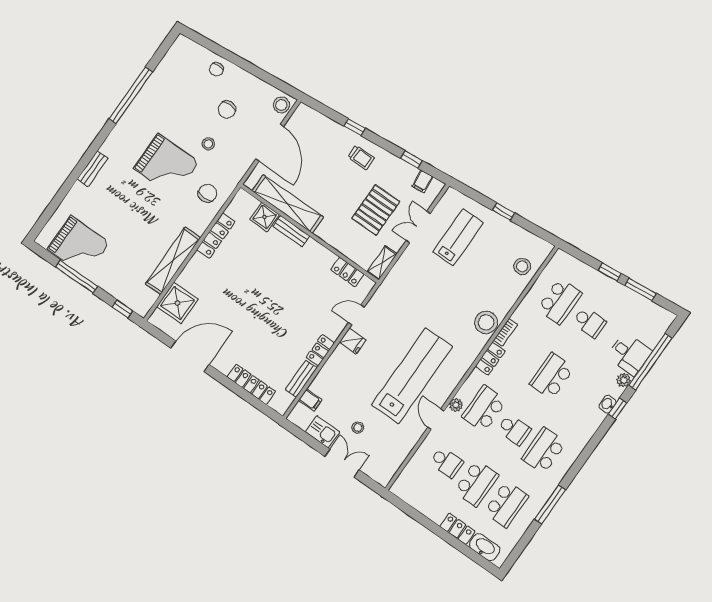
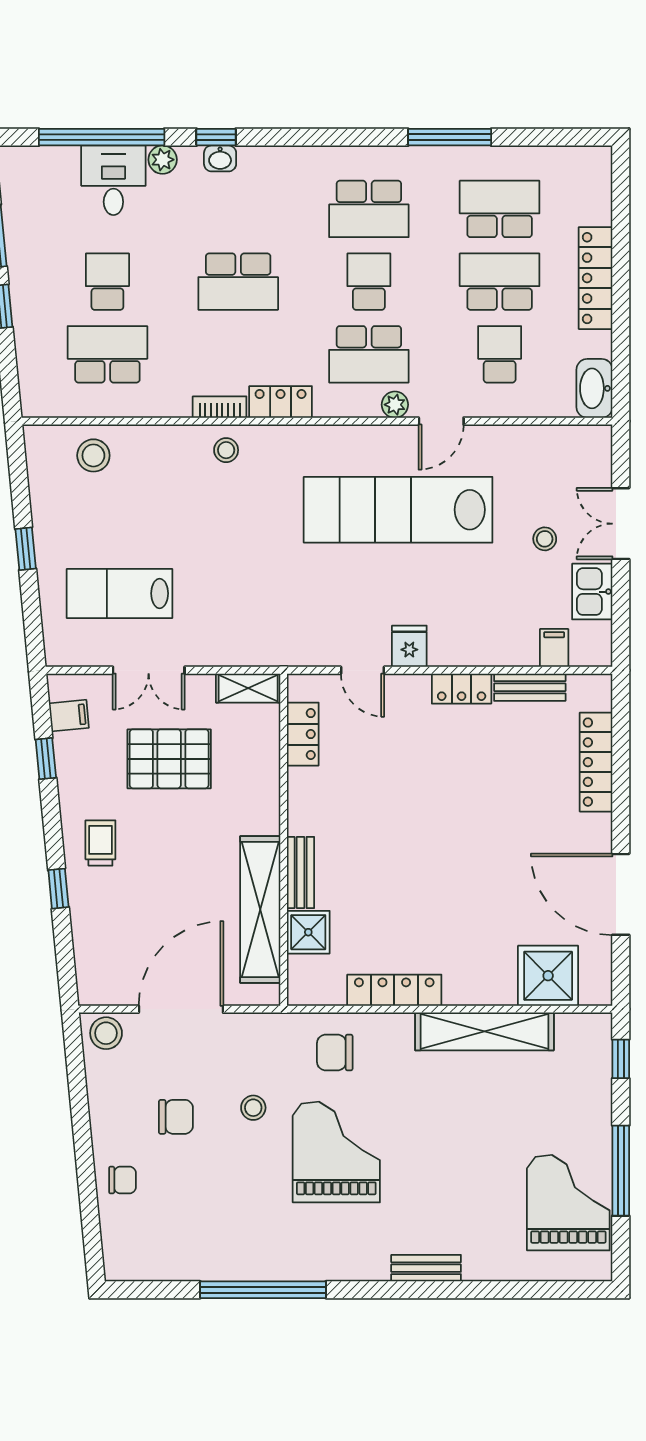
stool: (486, 322) -> (226, 450), width x0.53, depth x0.53
locker: (457, 529) -> (596, 278), width x1.53
washbasin: (485, 547) -> (594, 388), moved

